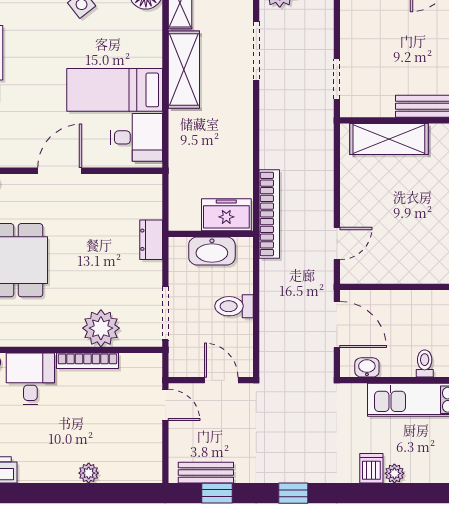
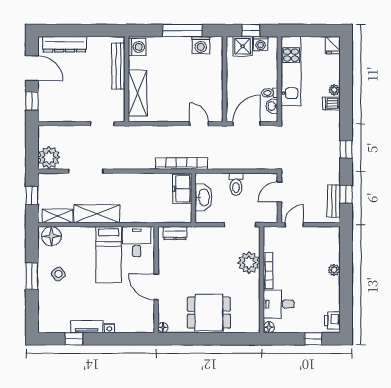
dresser: (151, 240) -> (175, 233), moved
toilet: (425, 363) -> (270, 93), moved

